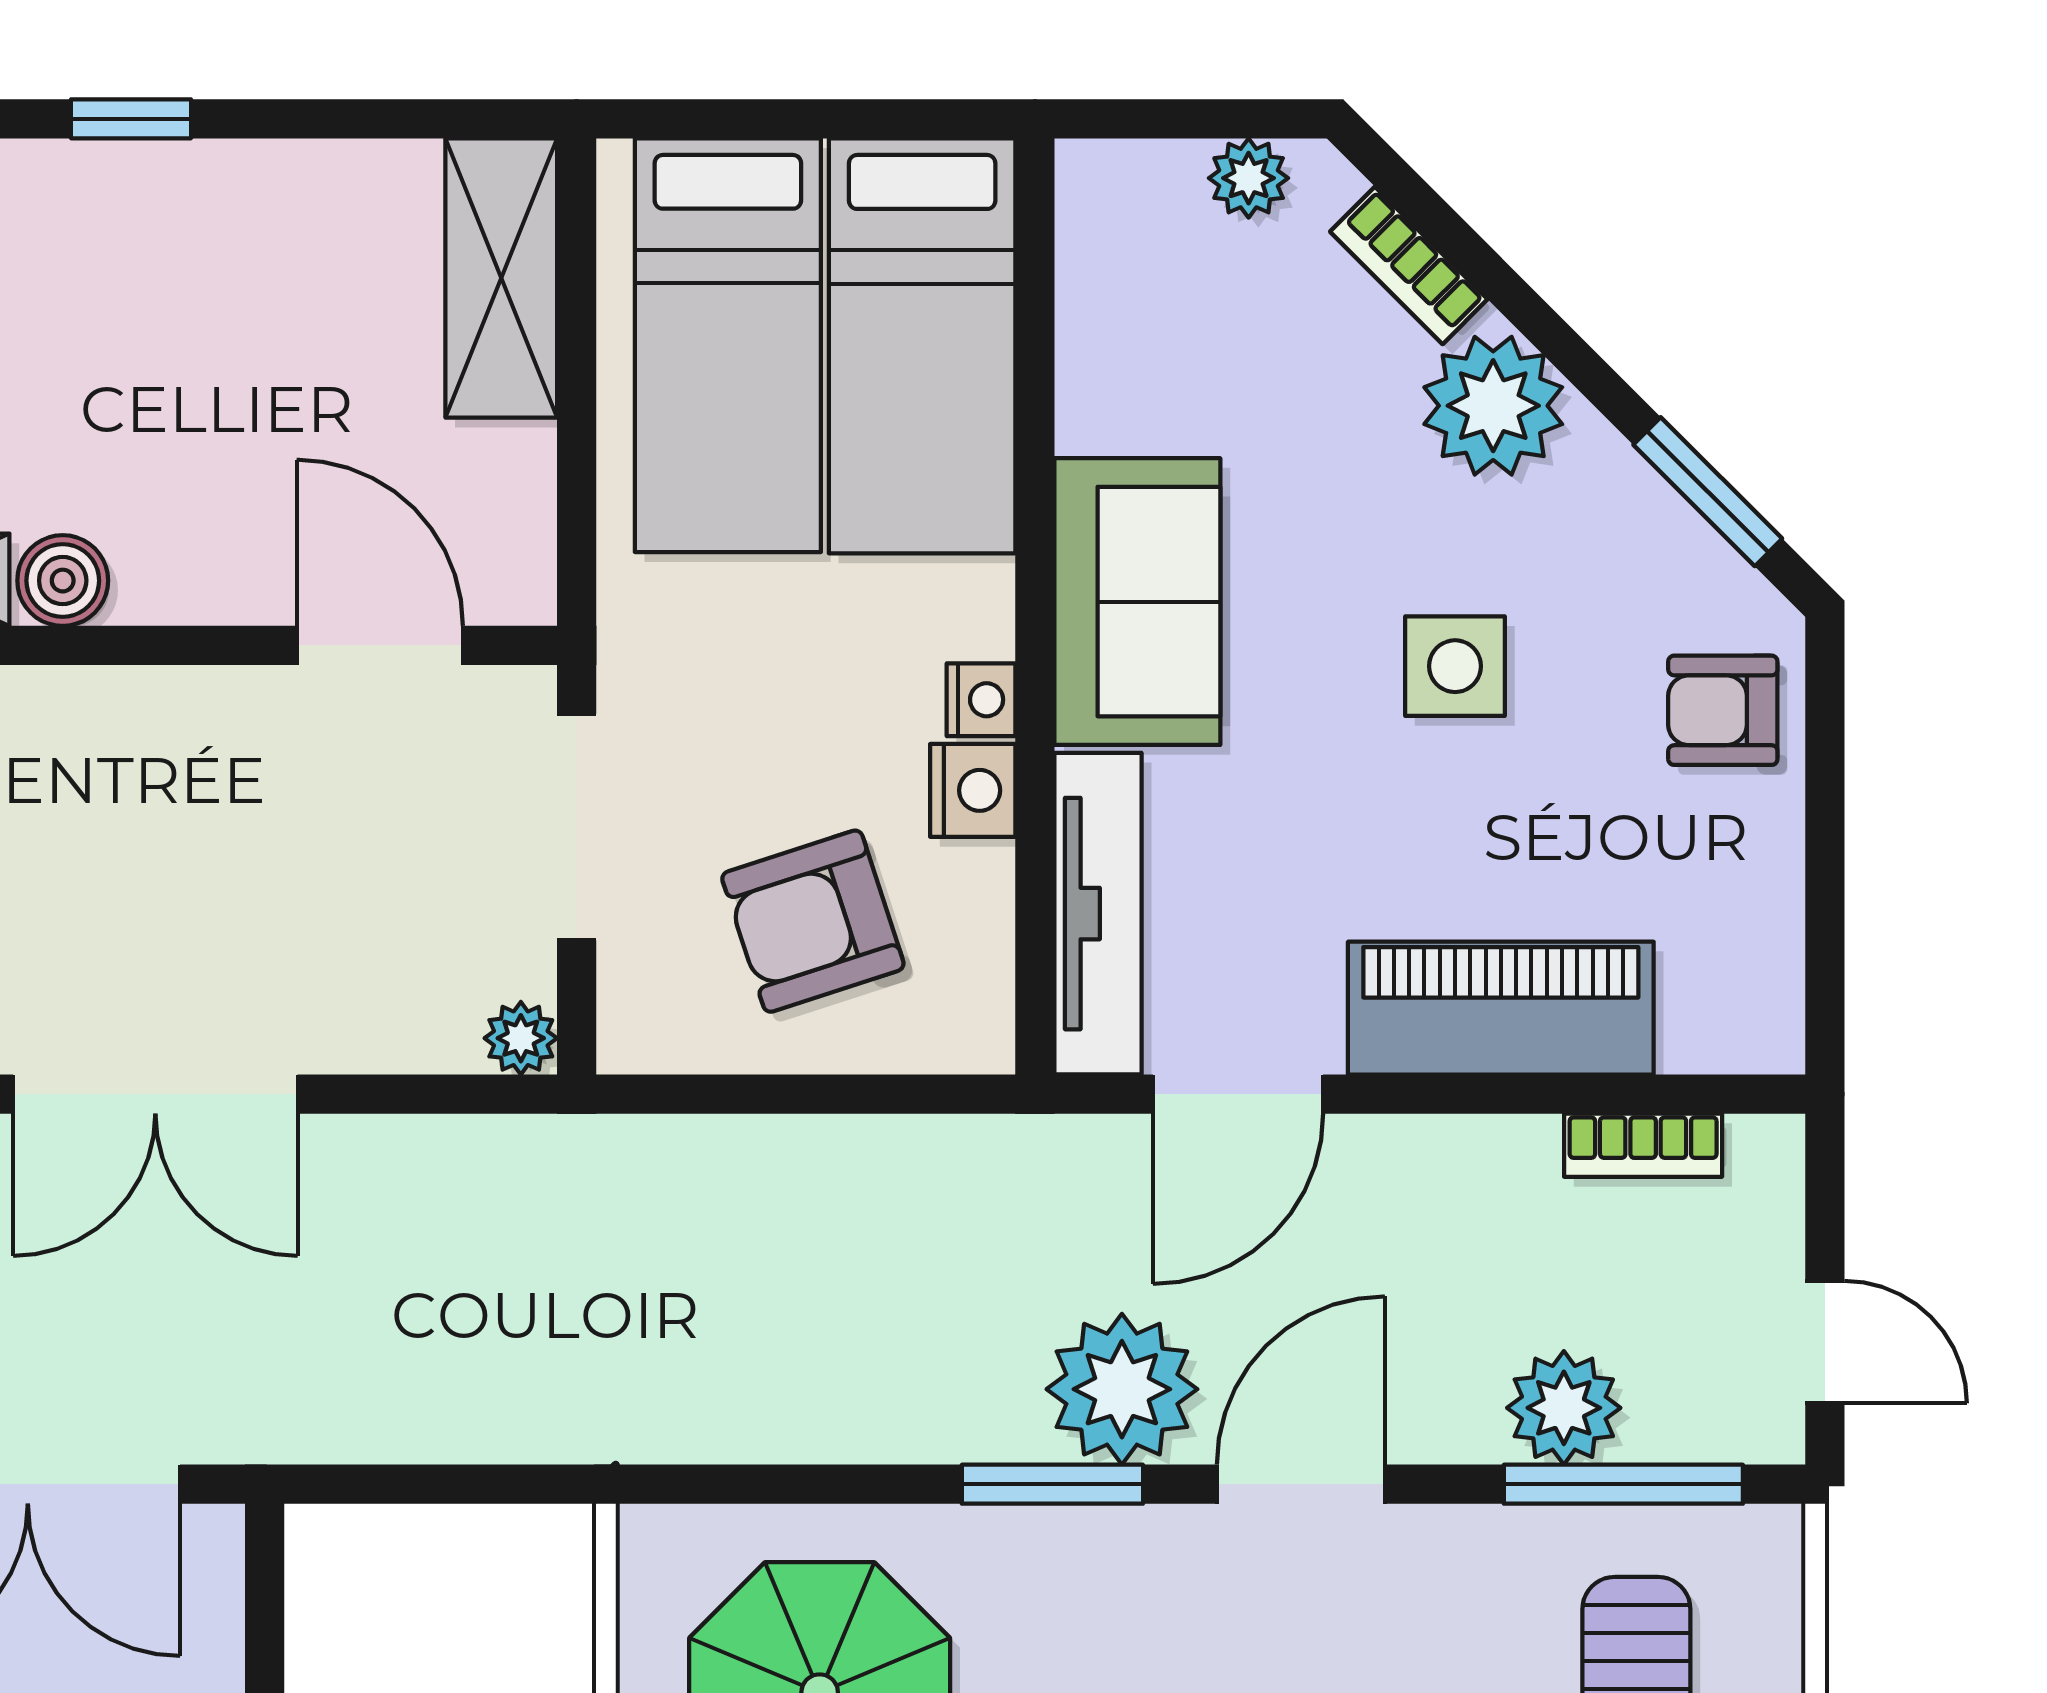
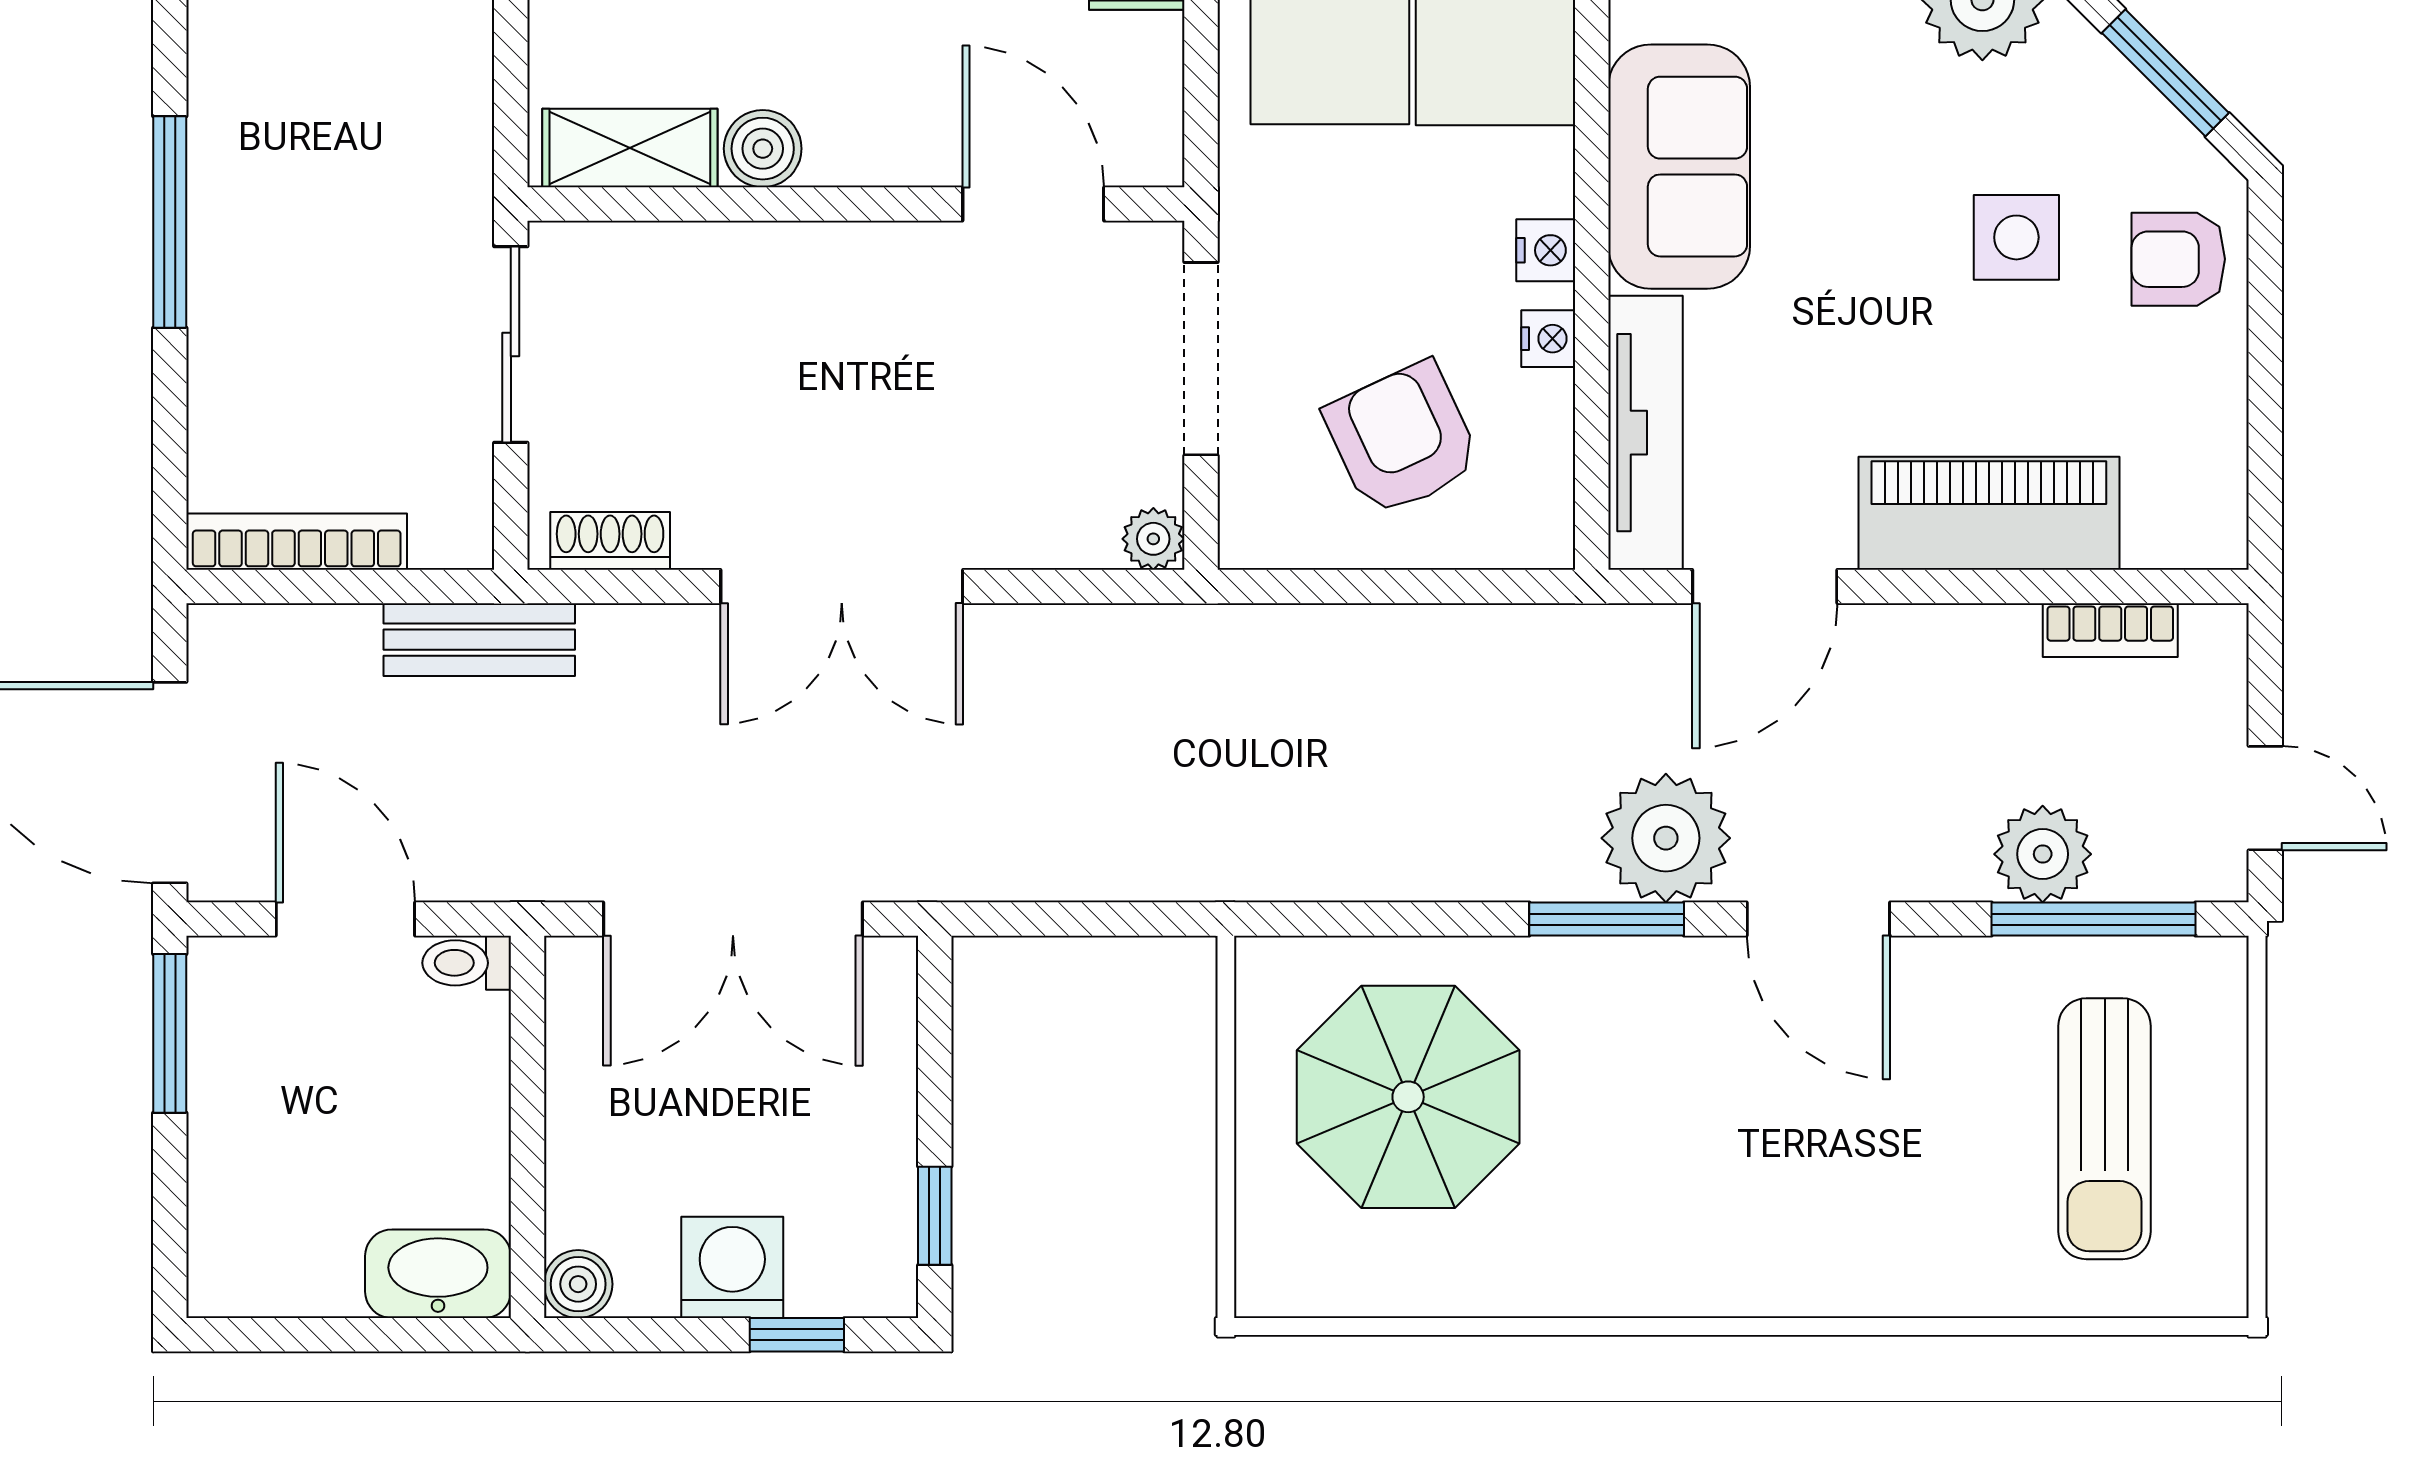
side table: (1455, 666) -> (2016, 237), moved
nightstand: (973, 790) -> (1548, 339), width x0.72, depth x0.74
armchair: (813, 921) -> (1402, 439), turned 83
door: (1301, 1484) -> (1818, 919), swing flipped

